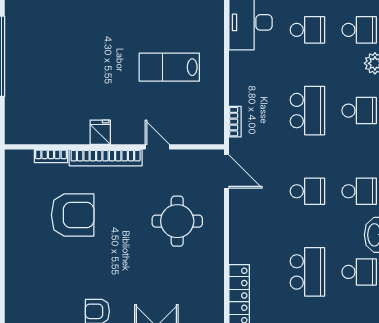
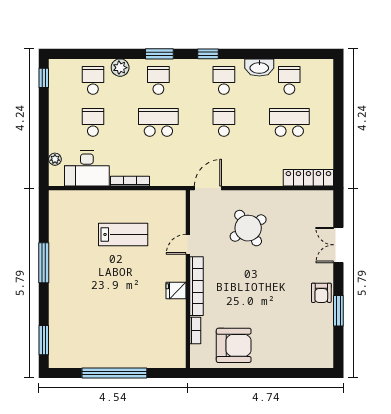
lab bench: (169, 67) -> (123, 234), turned -90
bookcase: (235, 122) -> (130, 181), moved, width x1.56
armchair: (73, 215) -> (234, 345), moved, turned 90
round table: (177, 221) -> (248, 228), turned -33

